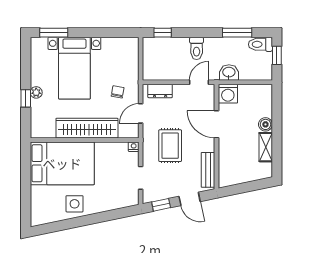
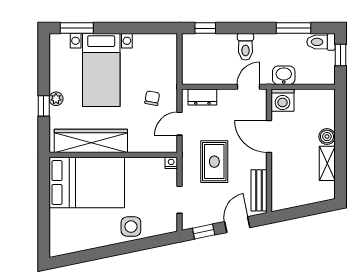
wardrobe: (87, 128) -> (91, 141), moved
door: (190, 199) -> (237, 225), swing flipped
side table: (75, 204) -> (131, 227), moved

